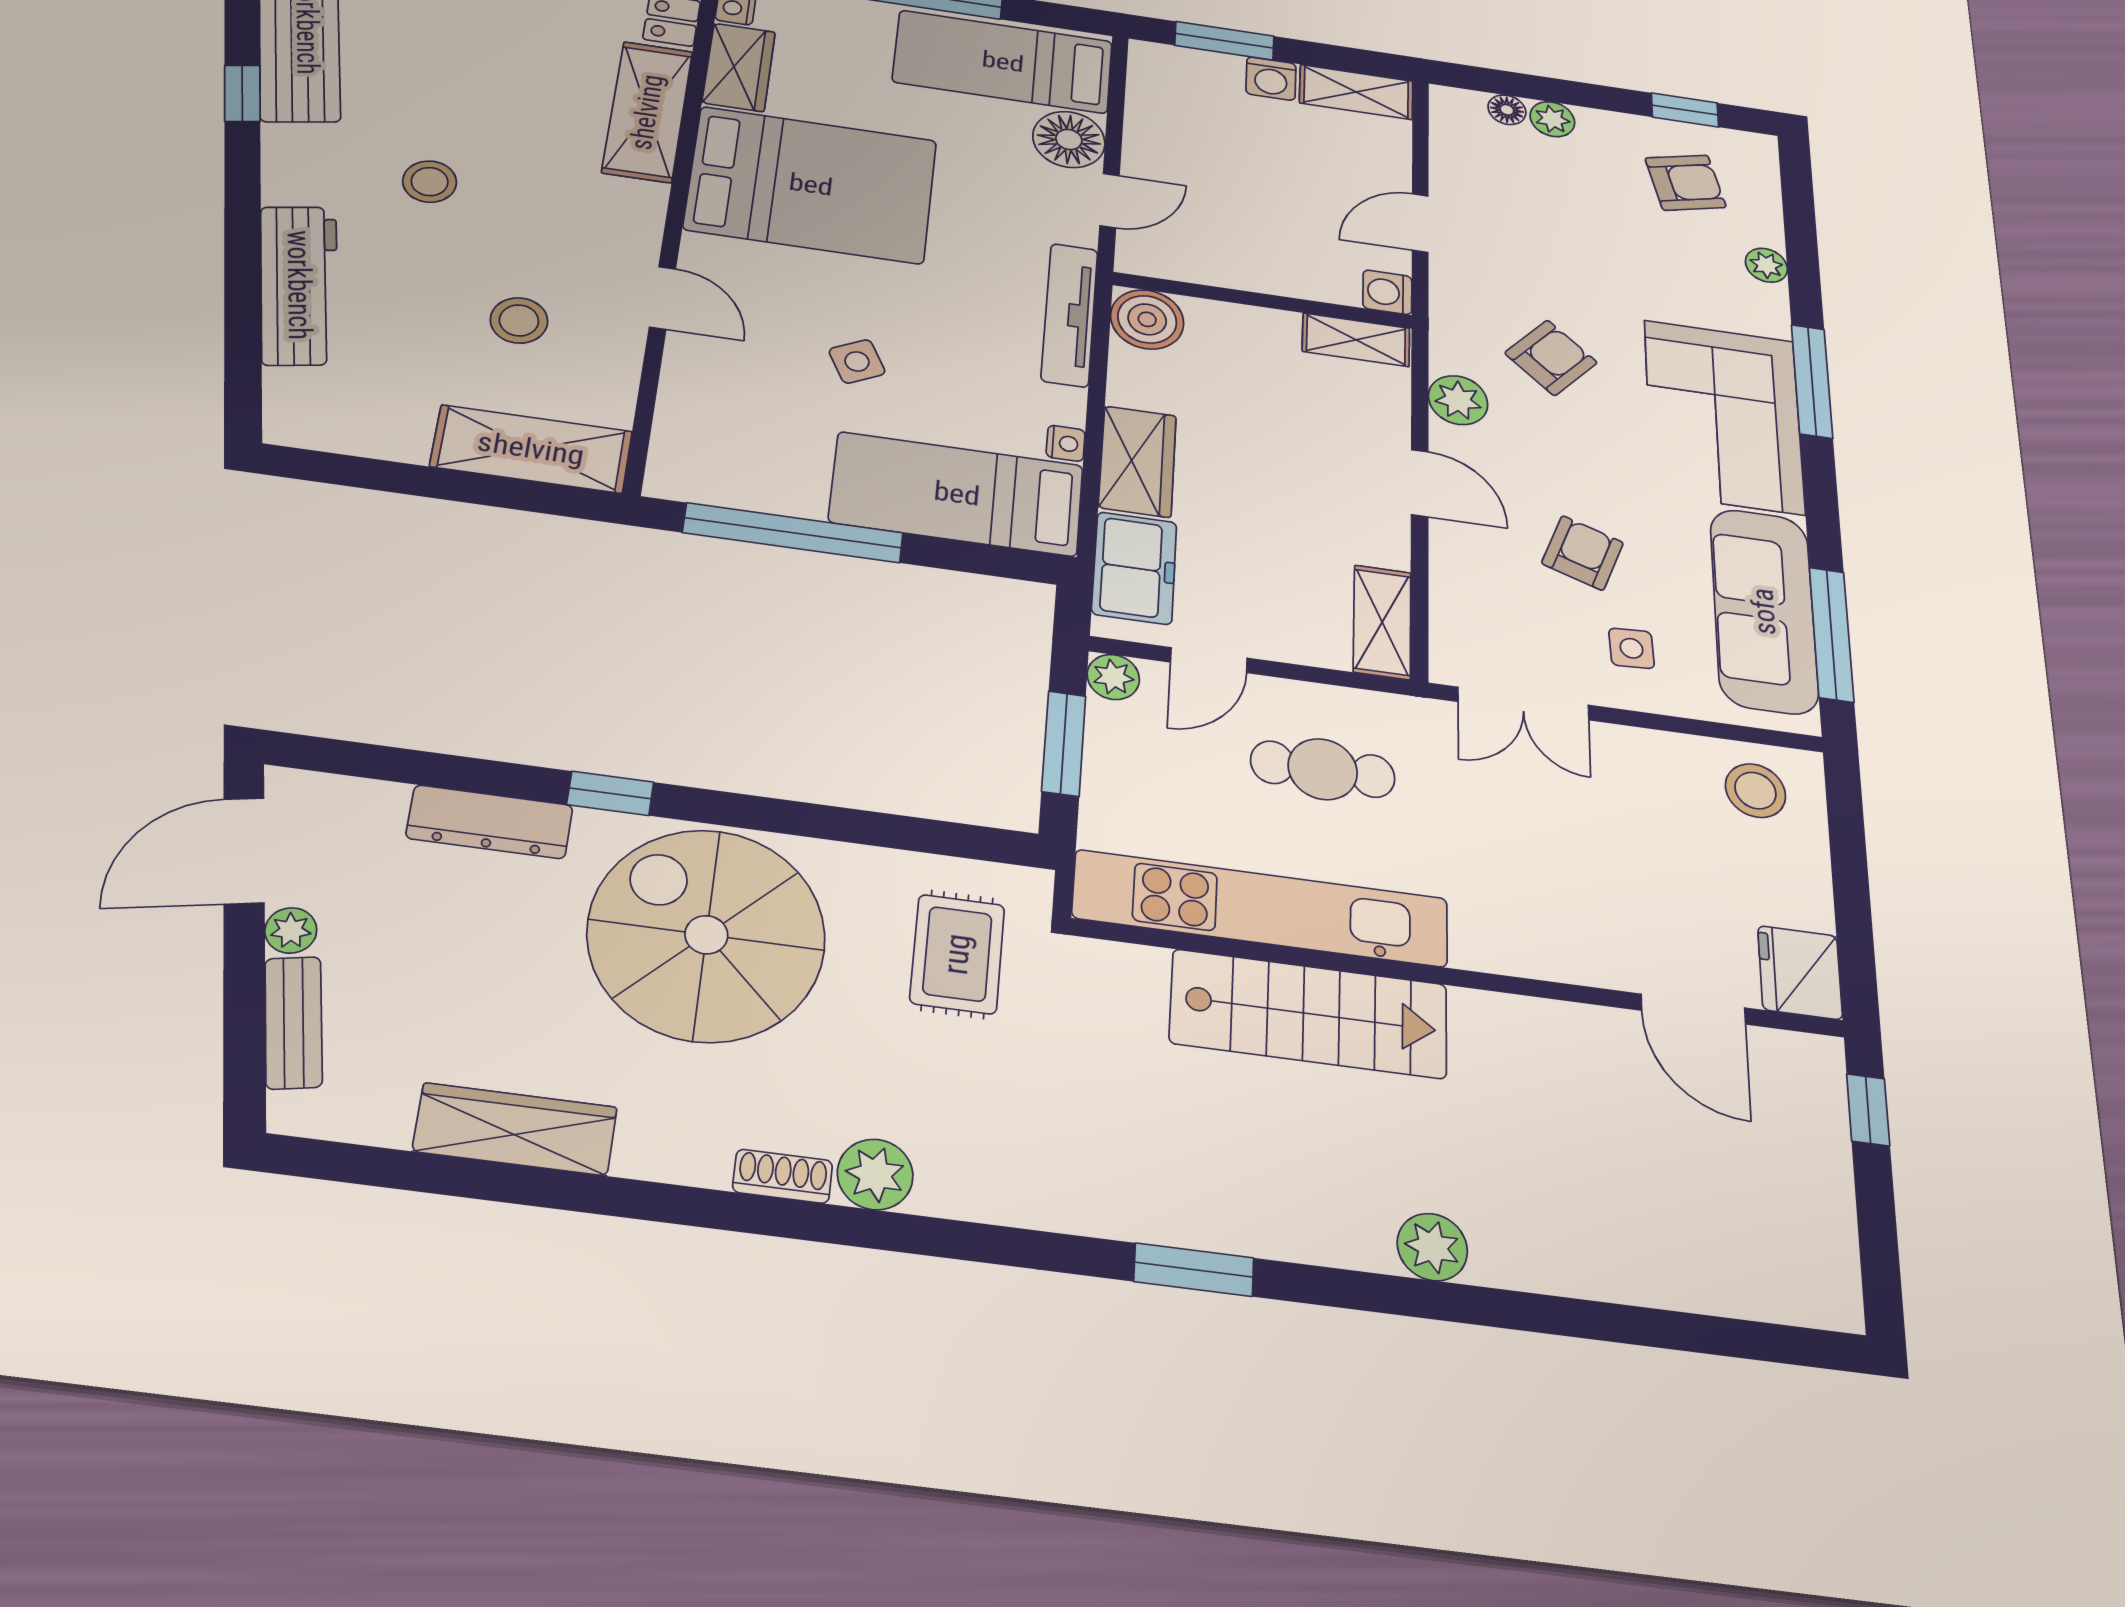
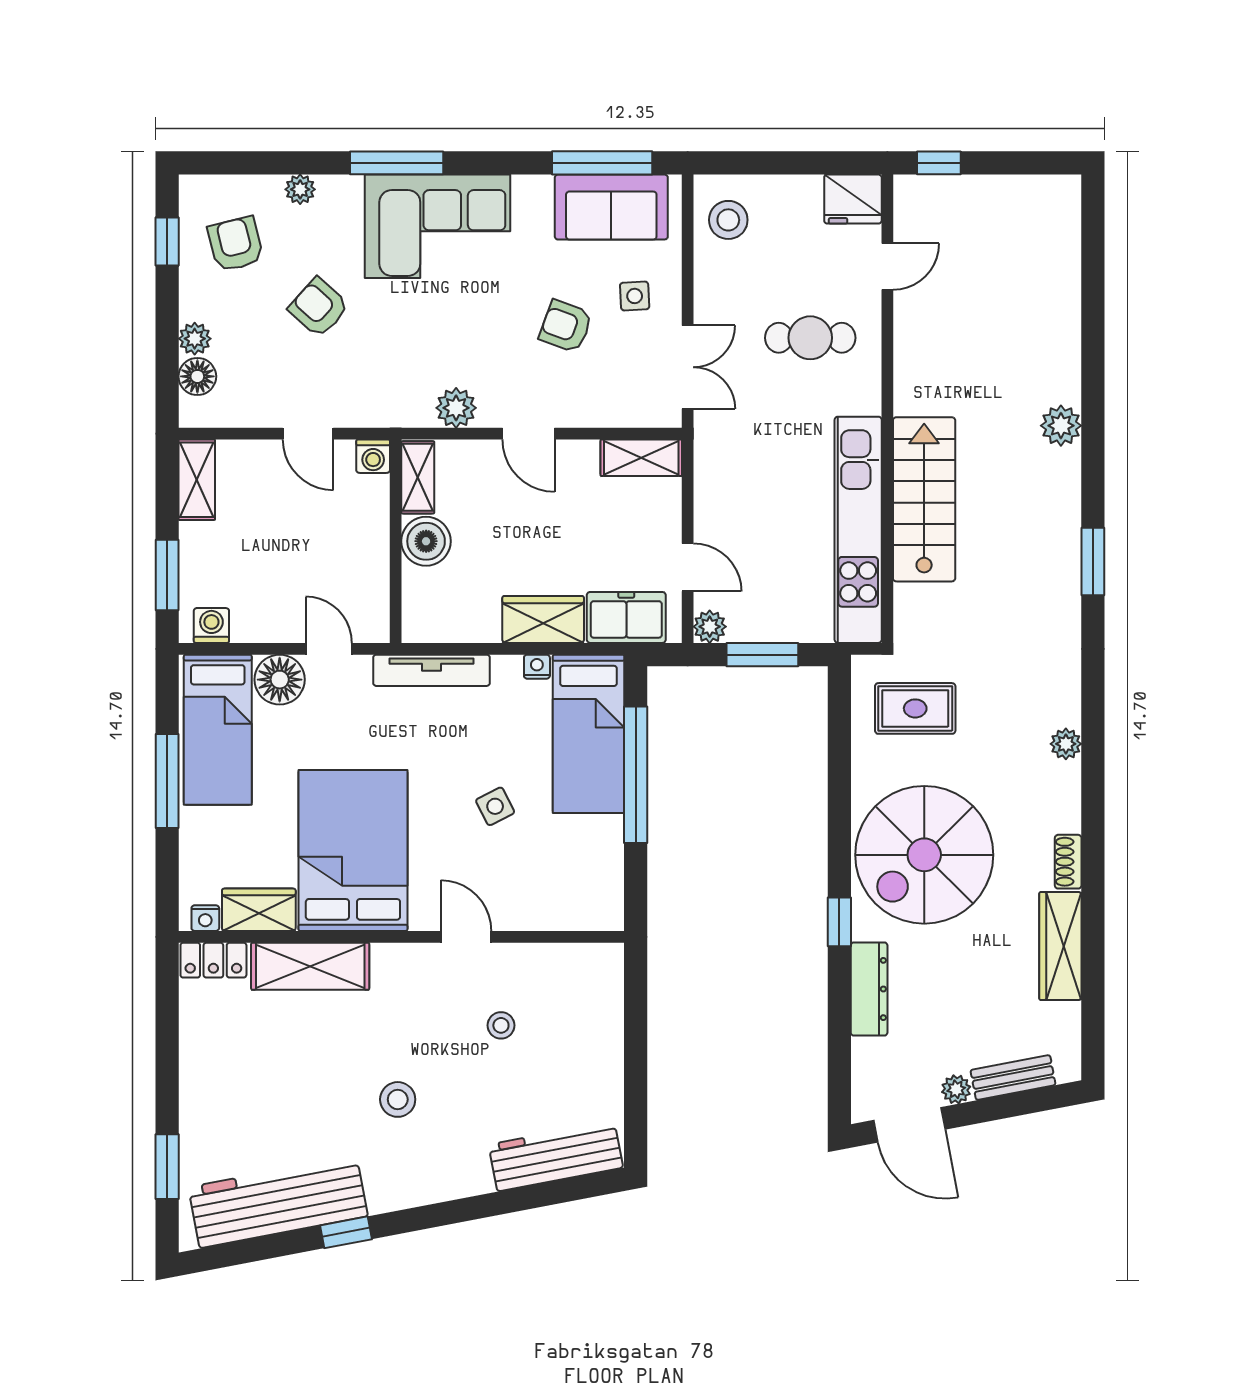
washing machine: (1271, 79) -> (211, 625), moved, turned -90
floor lamp: (1507, 110) -> (197, 376), width x1.37, depth x1.37
workbench: (299, 285) -> (556, 1156), moved
door: (662, 298) -> (466, 937), hinge flipped
boiler: (1147, 319) -> (426, 541), moved
stool: (519, 320) -> (501, 1025), width x0.73, depth x0.73
armchair: (1551, 358) -> (319, 308), moved
shelving: (531, 449) -> (600, 1003), removed
door: (1420, 483) -> (528, 434), swing flipped
window: (793, 533) -> (636, 775), moved
sofa: (1764, 611) -> (611, 207), width x0.73
cafe table: (1323, 769) -> (810, 338), moved, turned 90
door: (1693, 1009) -> (887, 267), width x0.73
plant: (875, 1174) -> (1066, 744), width x0.73, depth x0.73
shoe rack: (783, 1176) -> (1068, 862), moved

